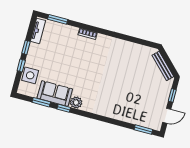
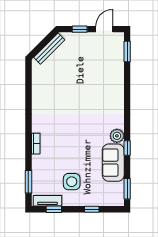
window: (26, 47) -> (54, 209), moved
side table: (30, 75) -> (72, 182), moved
window: (41, 102) -> (127, 189), moved
door: (167, 116) -> (104, 29), hinge flipped

